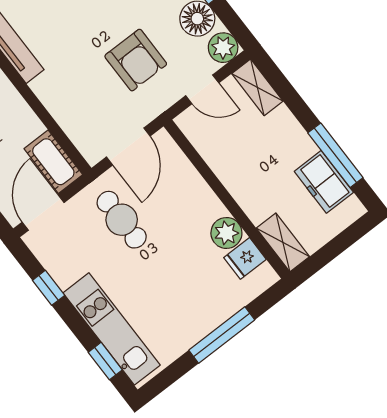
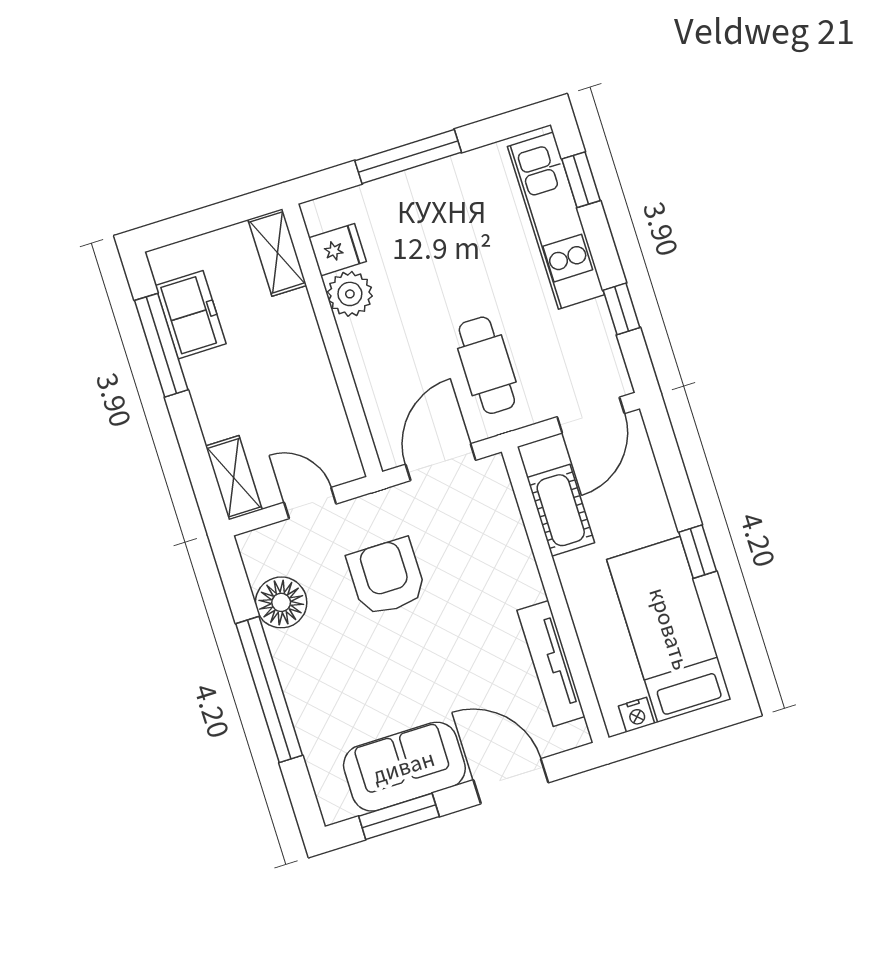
plant: (223, 48) -> (261, 550), removed
cot: (53, 162) -> (561, 510), moved

